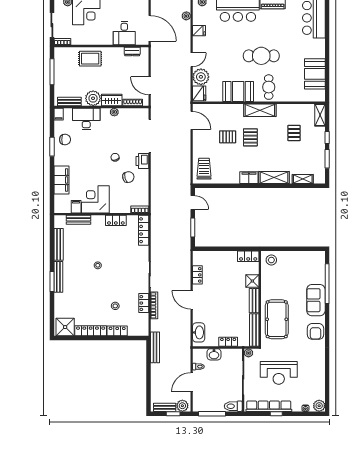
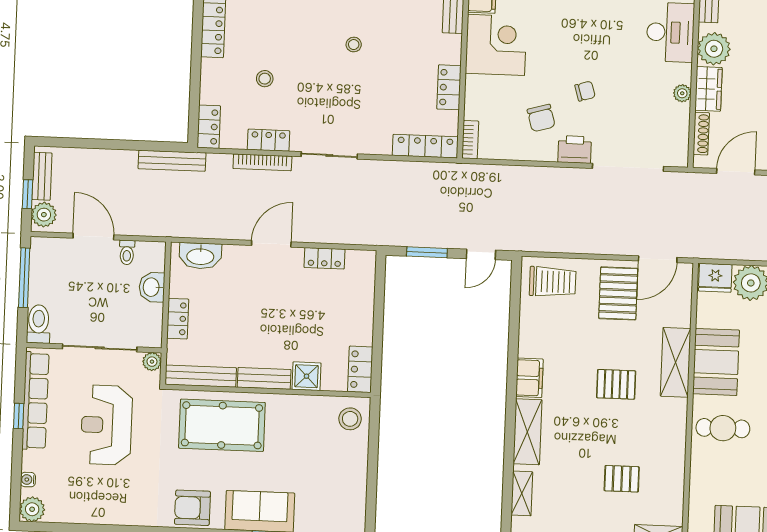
shelving: (260, 110) -> (676, 362), moved
pallet: (228, 137) -> (618, 293), moved, width x1.50, depth x1.42
locker: (117, 331) -> (209, 127), moved

